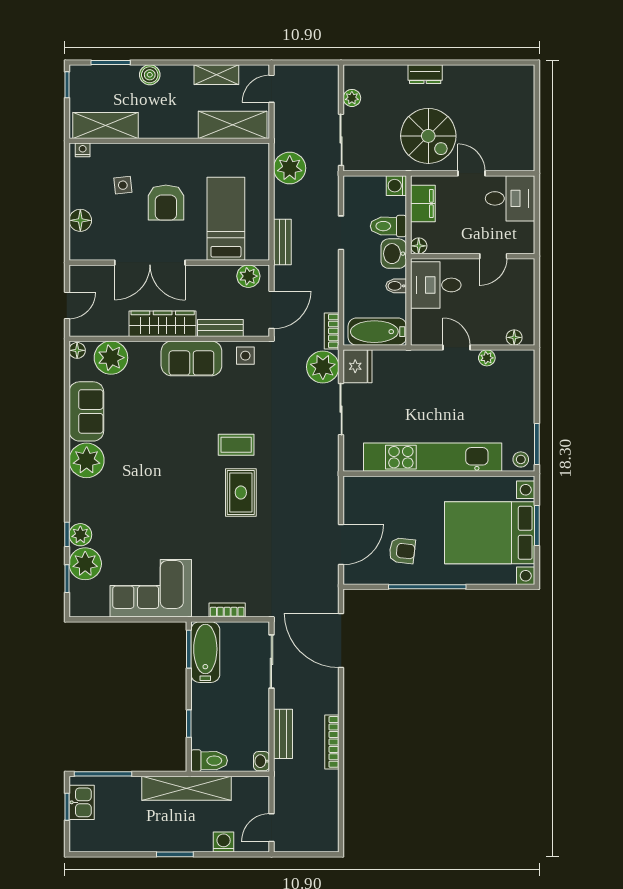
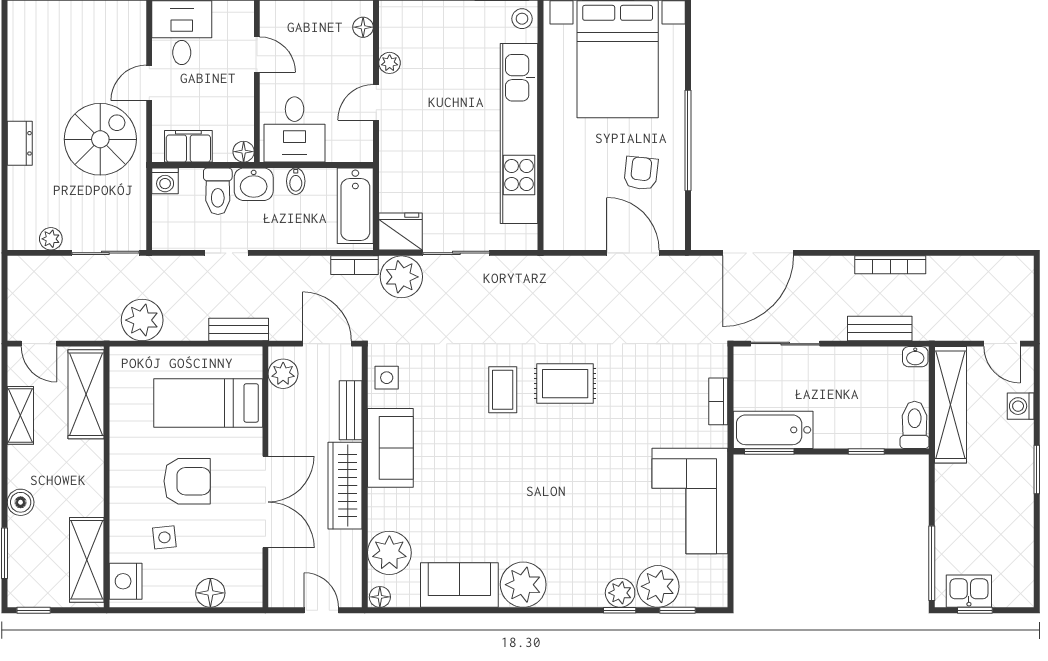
nightstand: (83, 150) -> (126, 581), width x1.89, depth x1.79
shelving: (187, 788) -> (951, 405), moved

